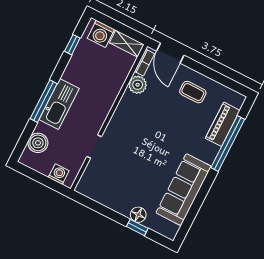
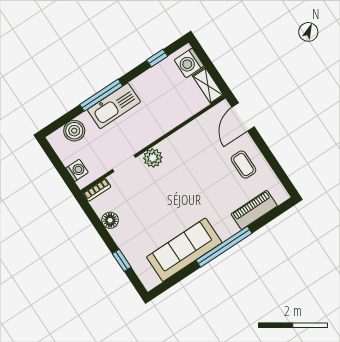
bookcase: (144, 62) -> (97, 190), moved
plant: (138, 85) -> (153, 158), moved
window: (228, 143) -> (224, 247), moved
floor lamp: (138, 215) -> (110, 220), moved

